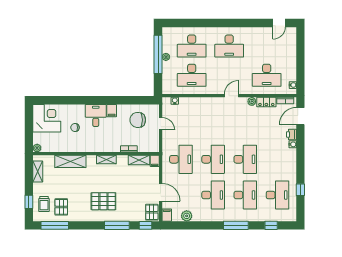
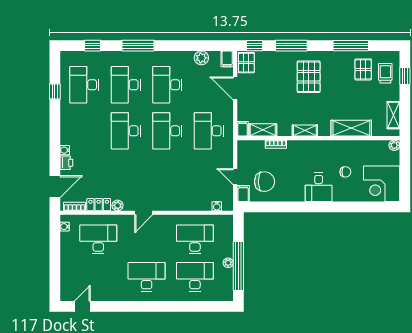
filing cabinet: (112, 111) -> (243, 194), moved
pallet: (103, 201) -> (309, 77), turned 90
window: (55, 225) -> (351, 46), moved

